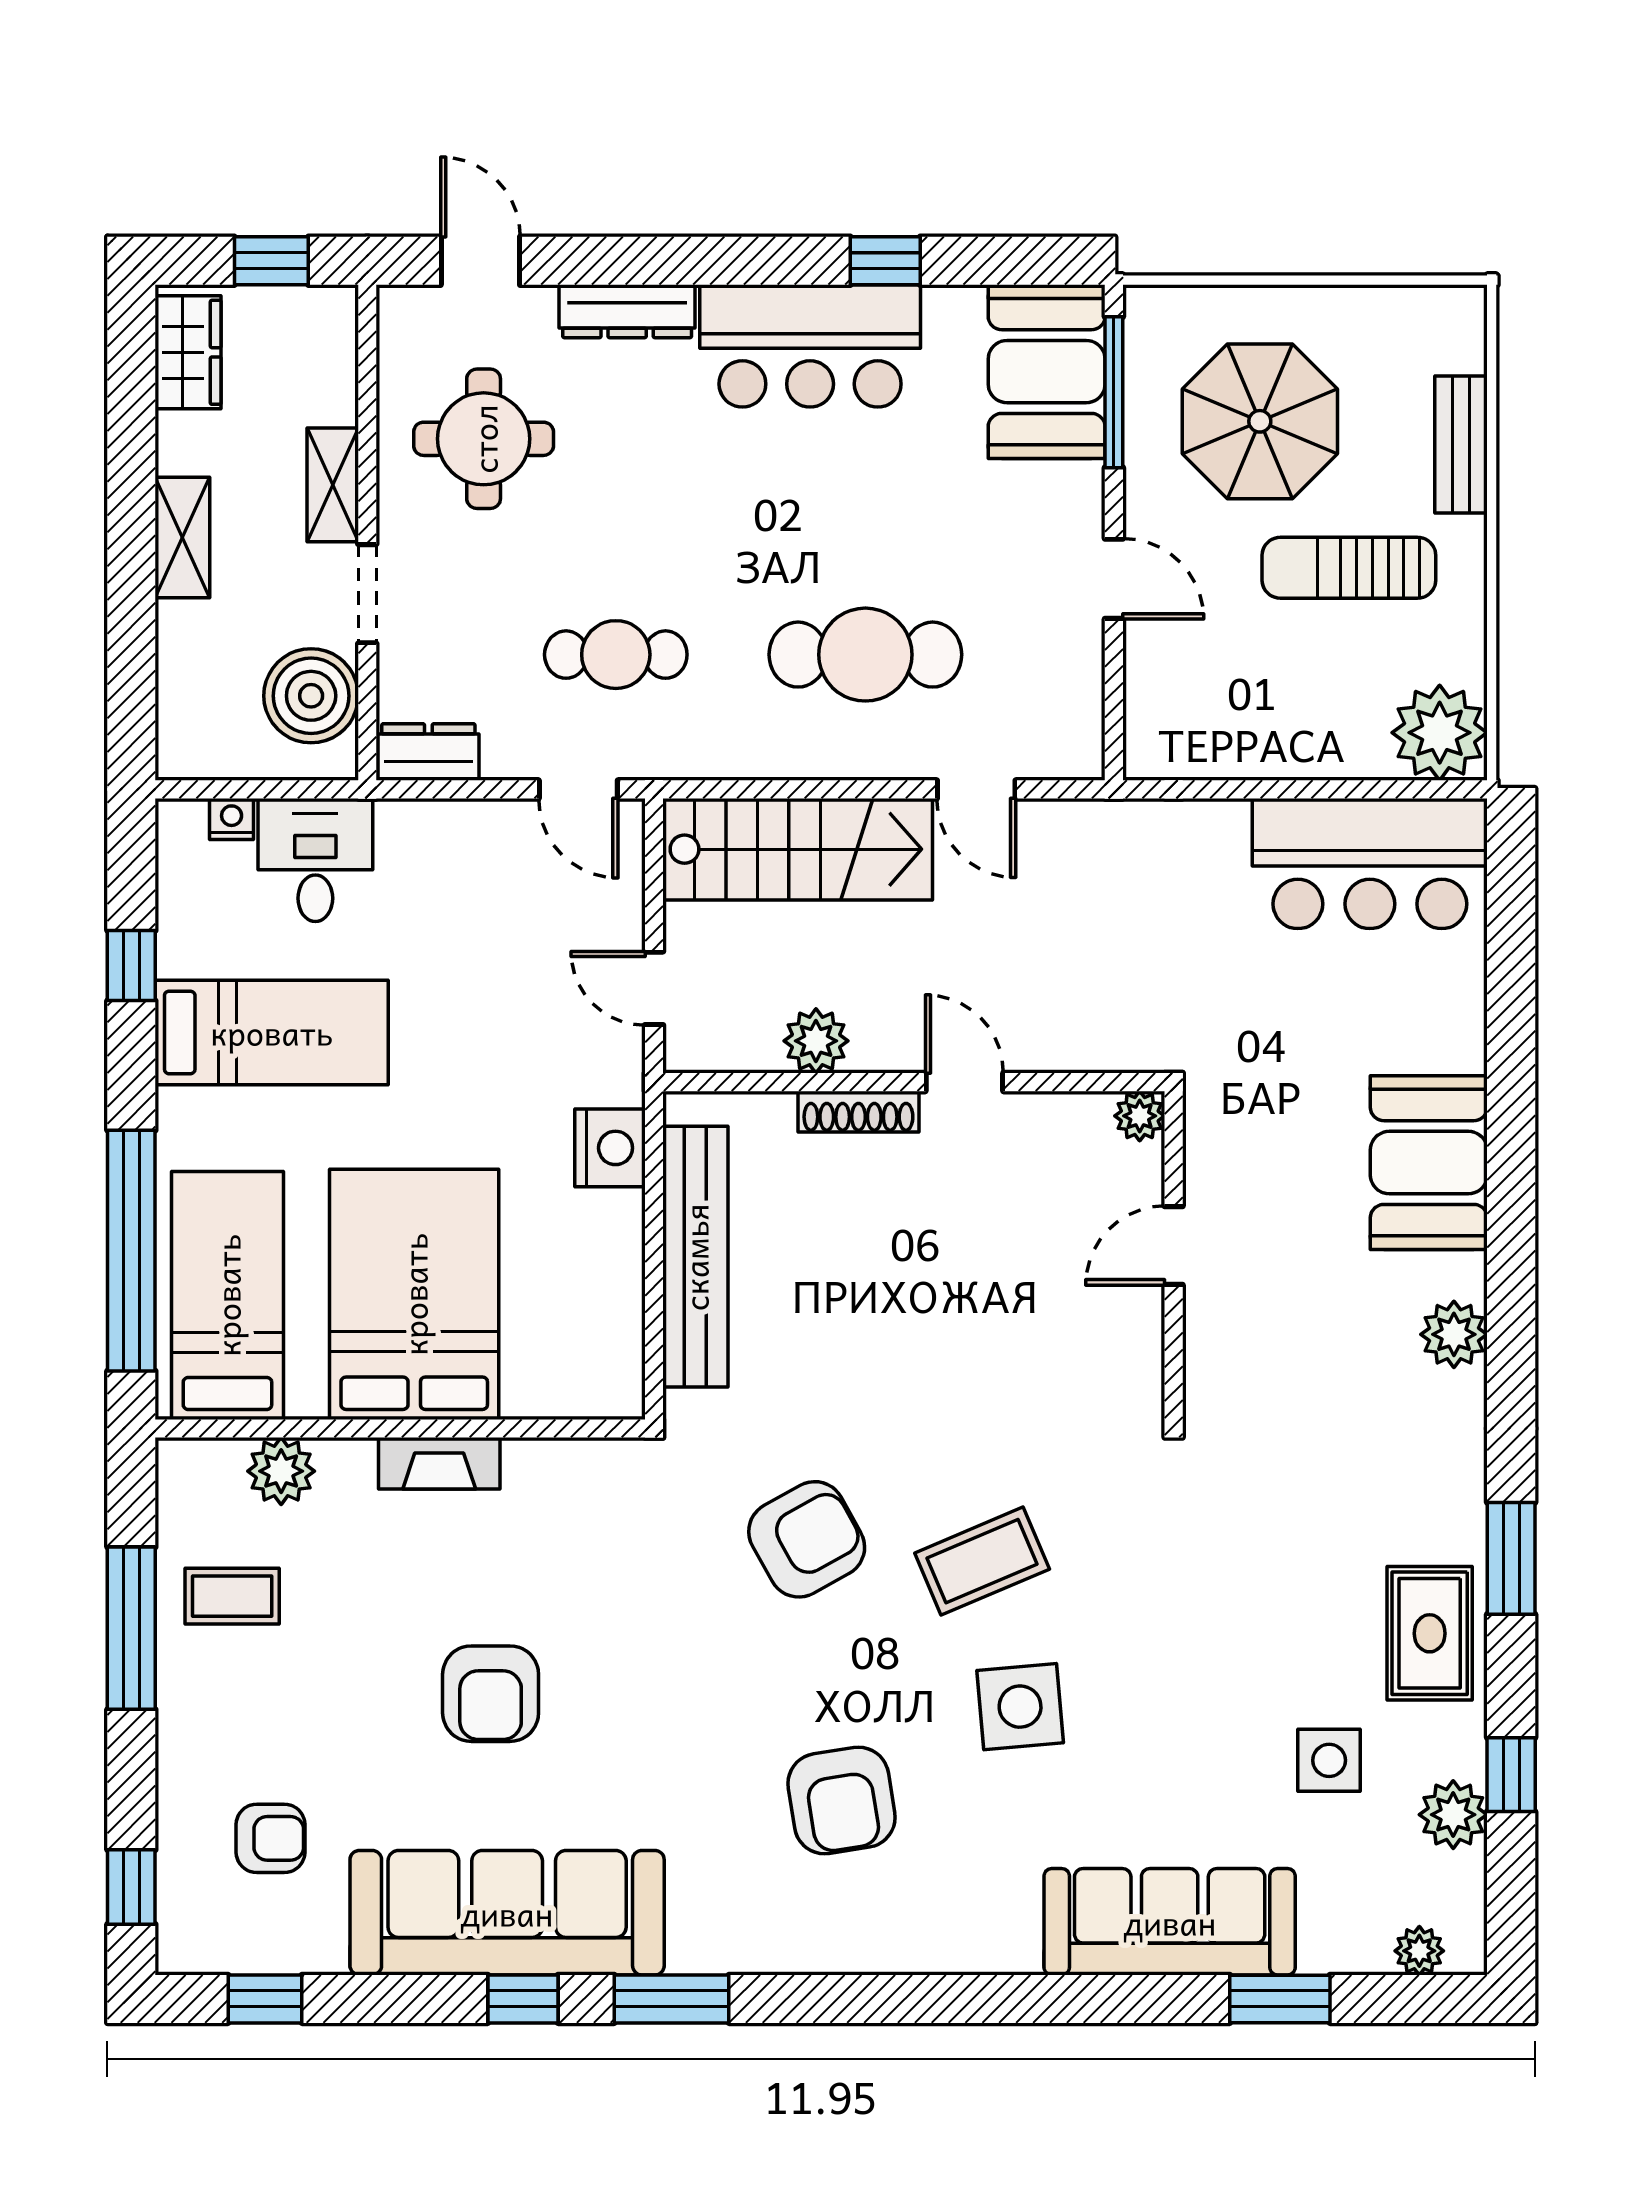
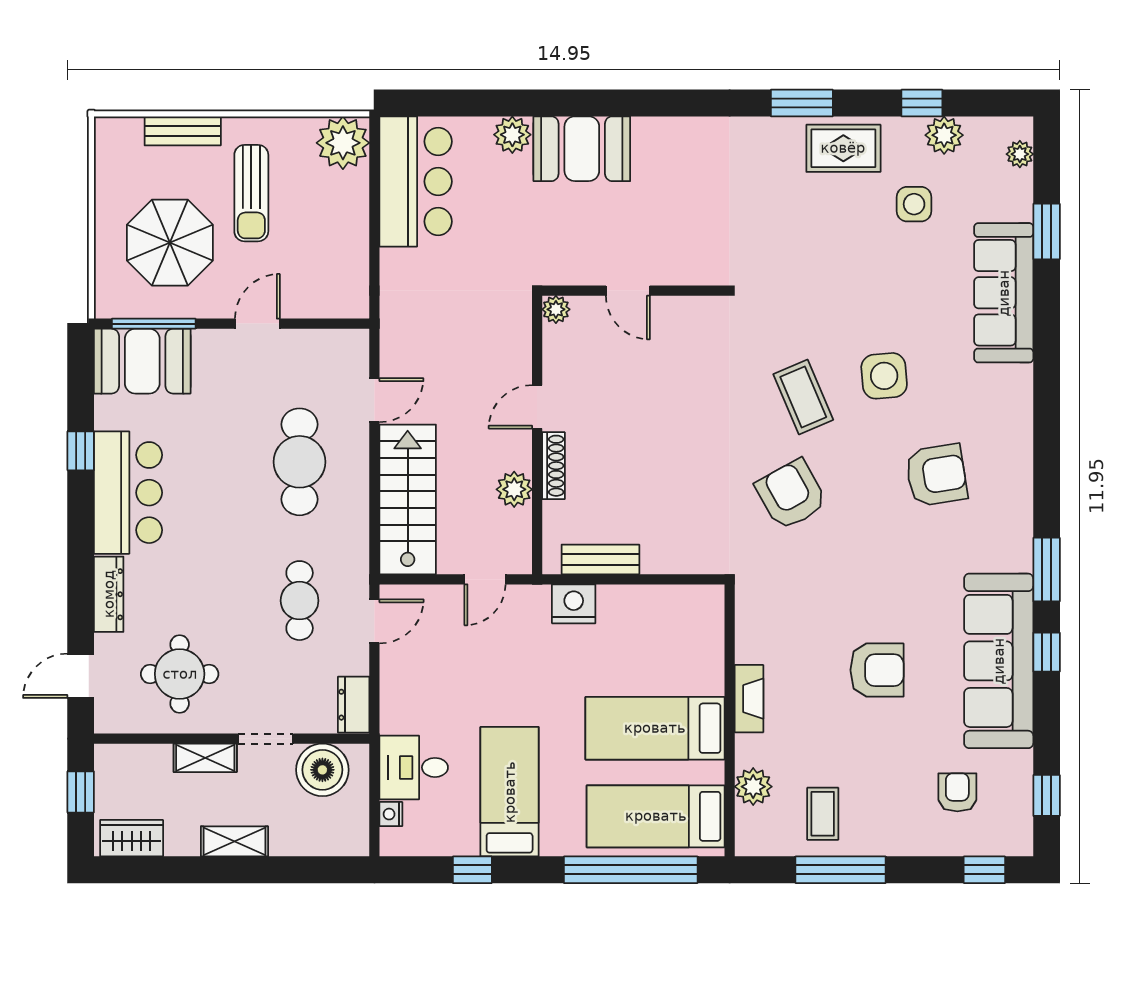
bench: (695, 1257) -> (600, 559), width x0.54, depth x0.82
bed: (414, 1294) -> (655, 728), width x0.67
plant: (1454, 1334) -> (512, 135), moved

